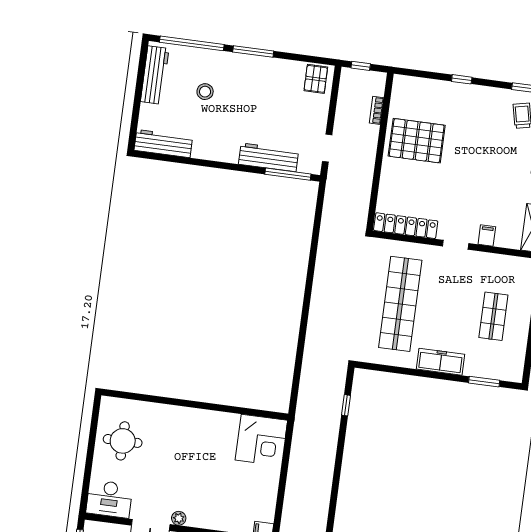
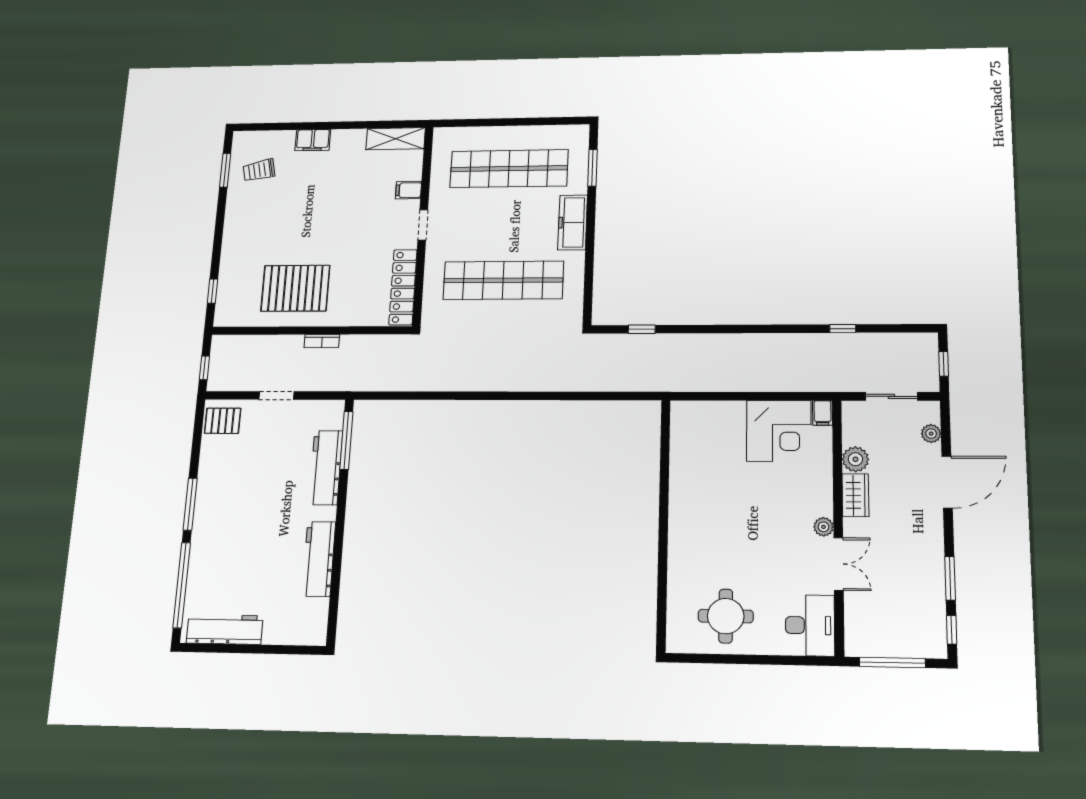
window: (462, 79) -> (212, 291), moved
stool: (205, 92) -> (244, 560), removed
bookcase: (377, 110) -> (322, 341), moved
pallet: (417, 141) -> (295, 288), turned 90
workbench: (163, 144) -> (319, 559), moved
doorway: (327, 148) -> (276, 395), moved
shop shelf: (493, 316) -> (509, 169), width x2.00, depth x1.36
corner desk: (261, 440) -> (779, 431), moved, turned 90

